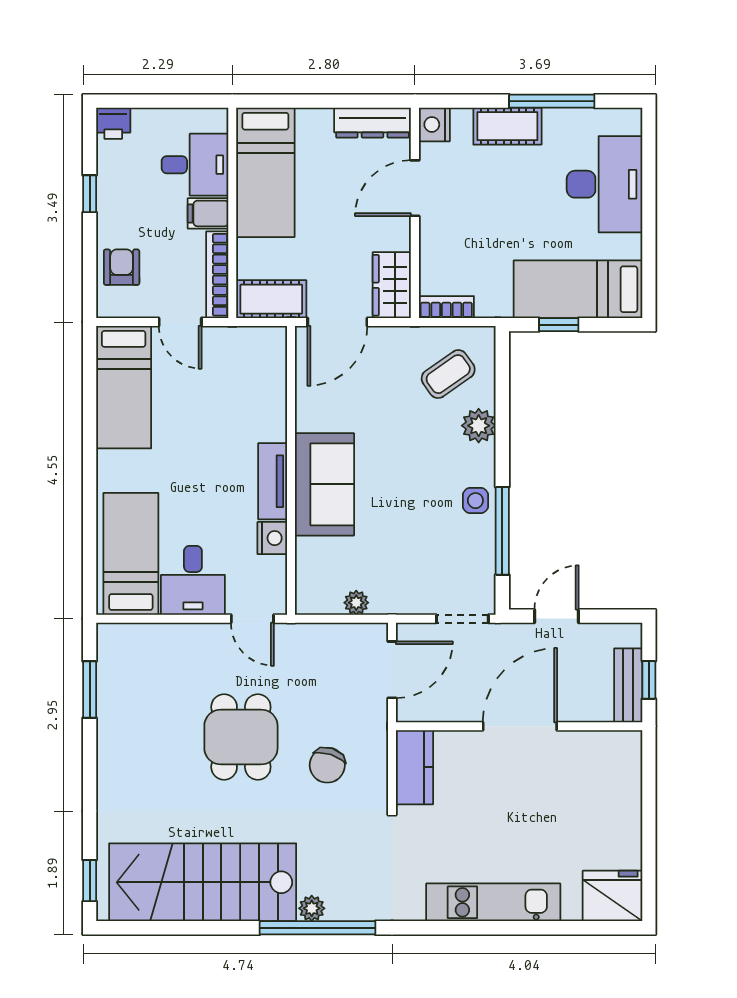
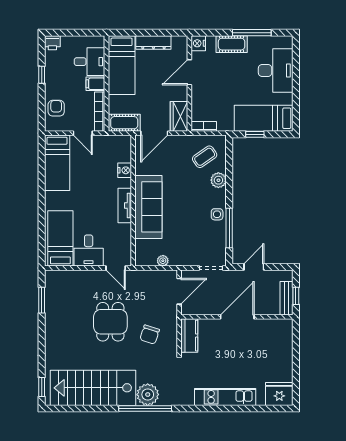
dresser: (373, 123) -> (153, 42), moved
sofa: (324, 484) -> (148, 207), width x1.36
nightstand: (272, 538) -> (125, 170), moved
plant: (312, 908) -> (148, 395), width x1.88, depth x1.88

